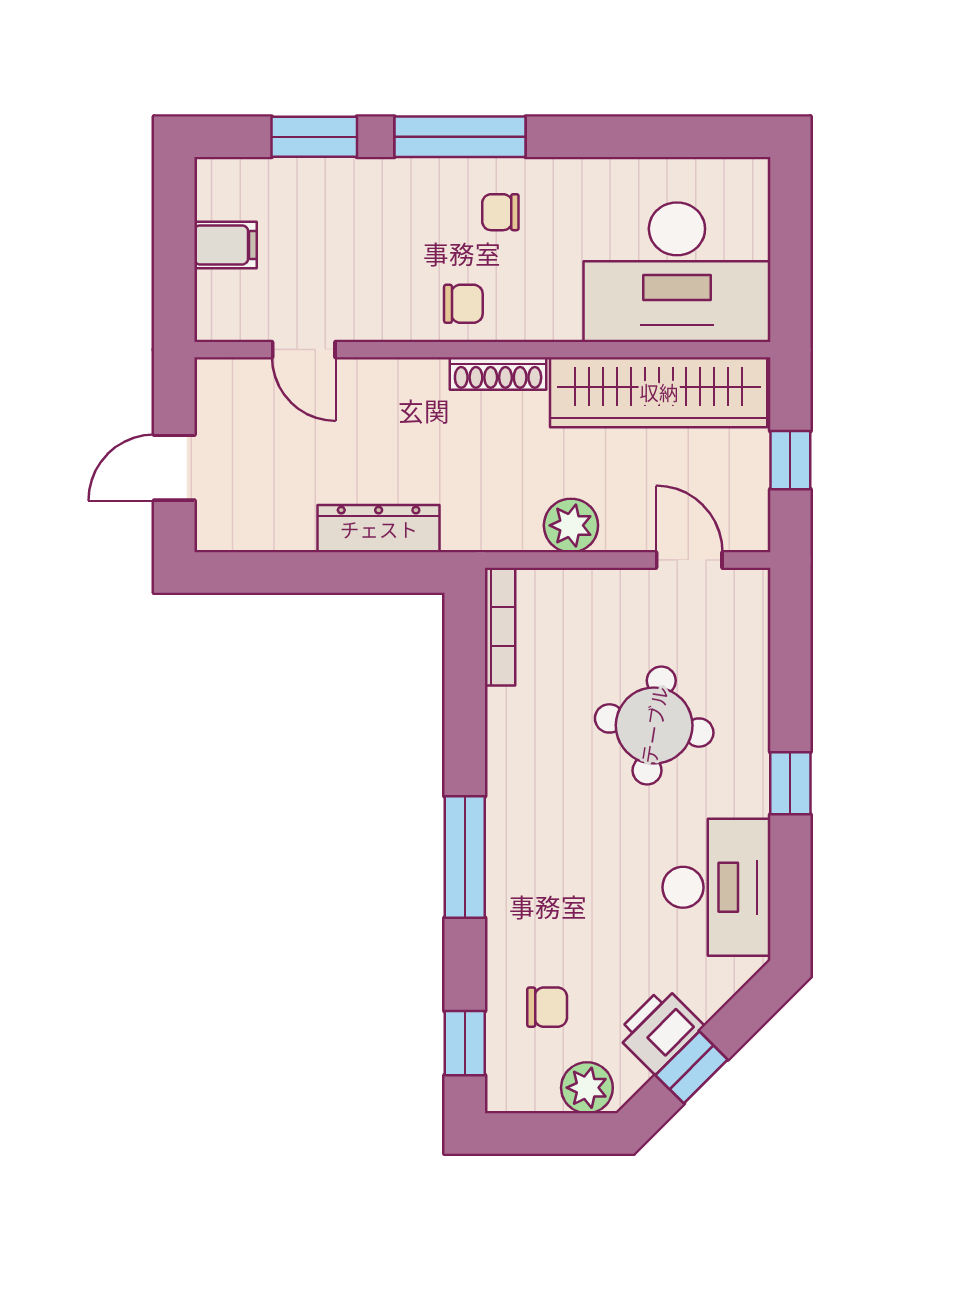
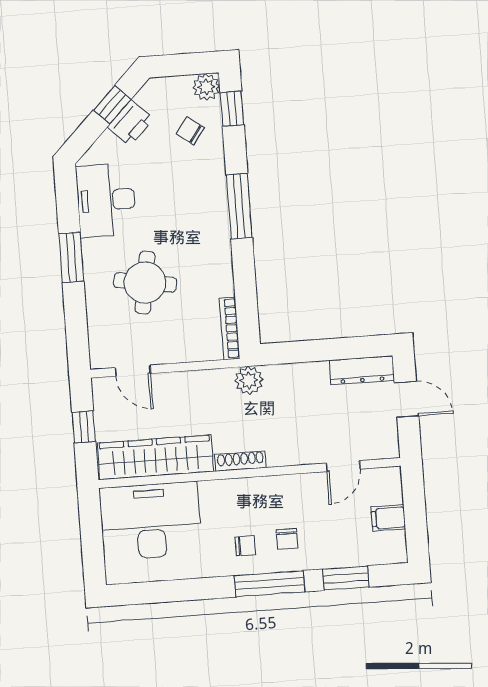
chair: (463, 304) -> (287, 539), moved, turned -90
door: (304, 350) -> (343, 466), swing flipped
door: (174, 468) -> (407, 399), hinge flipped
plant: (571, 525) -> (249, 380), moved
dresser: (379, 529) -> (362, 370), moved
window: (790, 783) -> (71, 257), width x1.50
chair: (547, 1007) -> (190, 131), turned 36
plant: (587, 1088) -> (206, 87), moved

